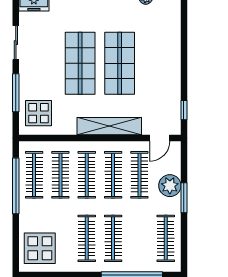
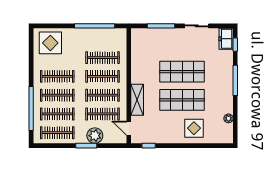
display table: (39, 113) -> (194, 128), moved
shelving: (109, 126) -> (137, 100), width x0.68
clothes rail: (34, 175) -> (57, 114), moved

